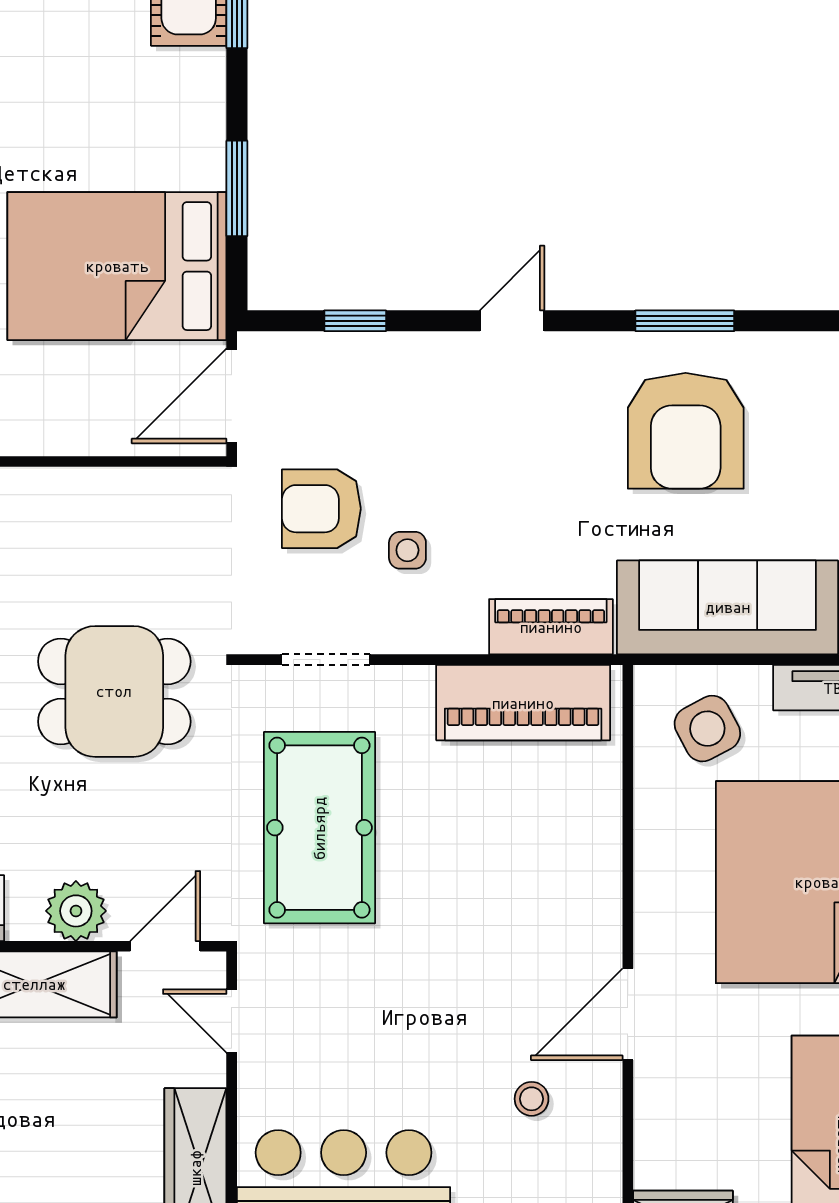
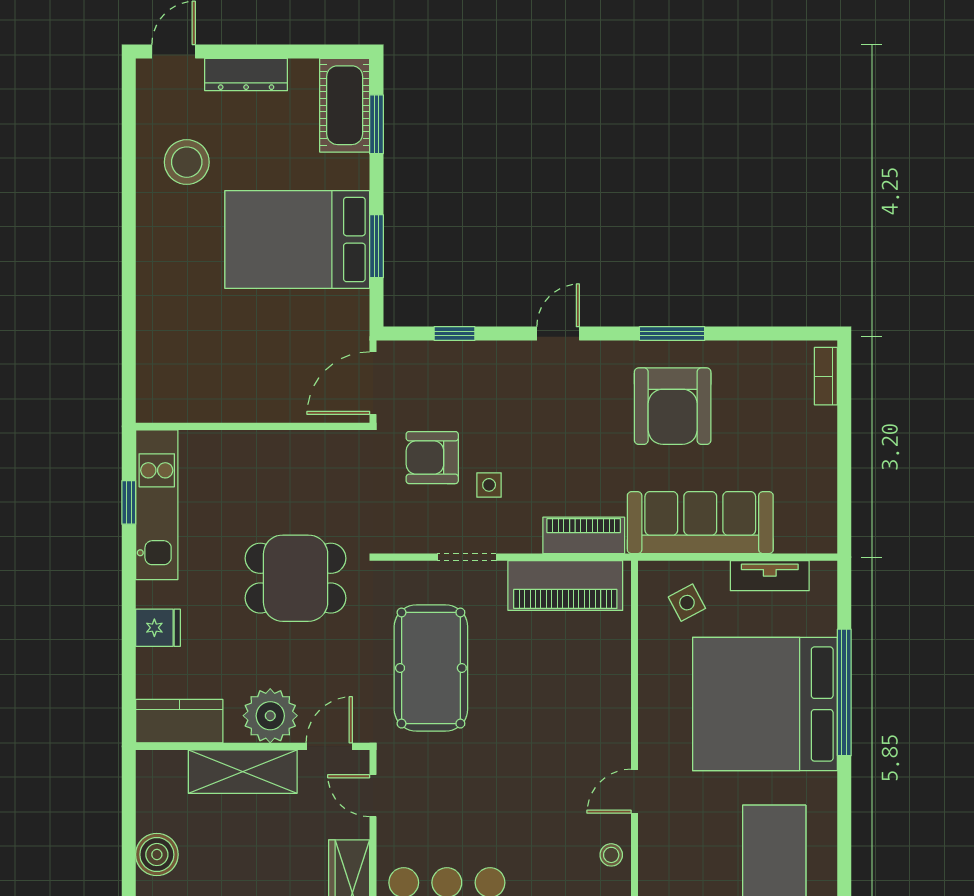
bed: (117, 266) -> (297, 239), moved
doorway: (326, 660) -> (467, 557), moved
side table: (707, 729) -> (687, 603), width x0.73, depth x0.73
plant: (76, 911) -> (270, 716), width x1.36, depth x1.36
door: (628, 1014) -> (634, 791), width x0.73
stool: (532, 1099) -> (611, 855), moved

